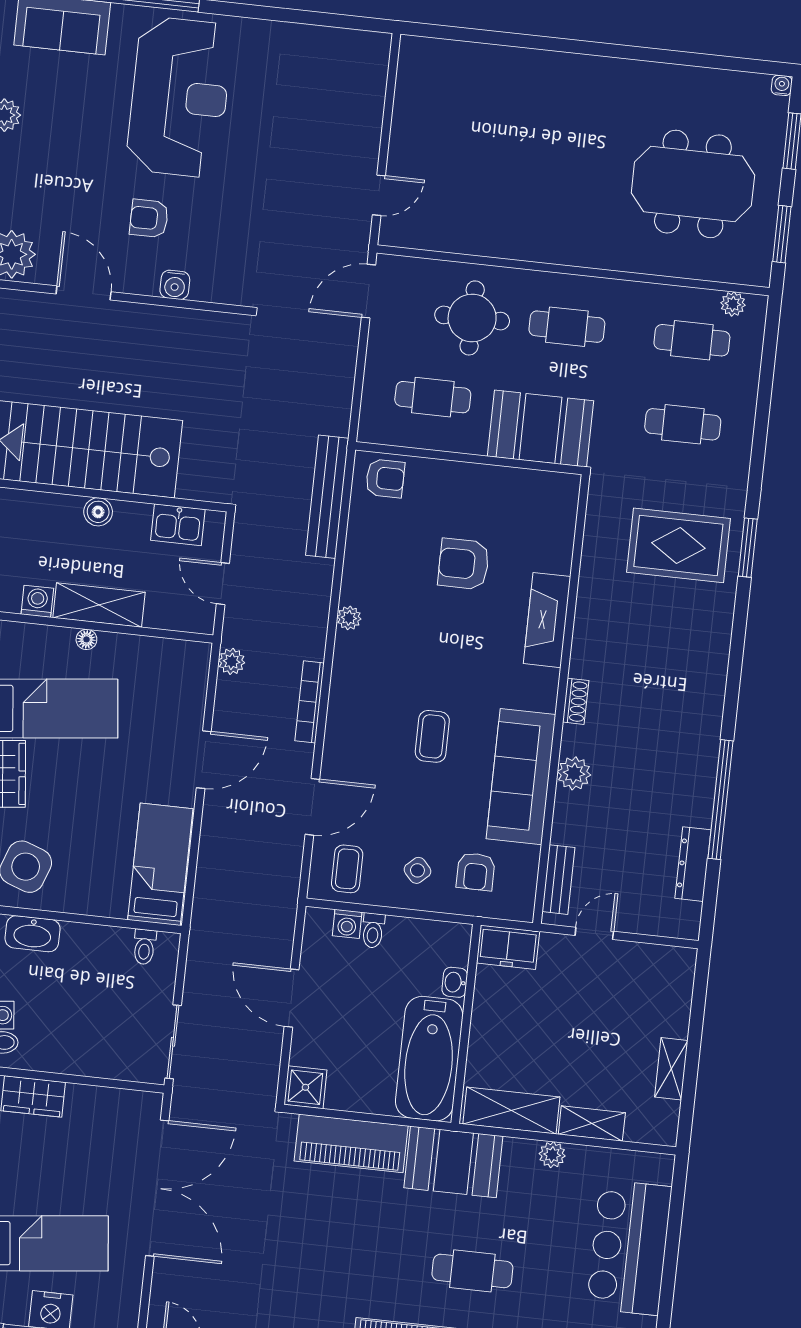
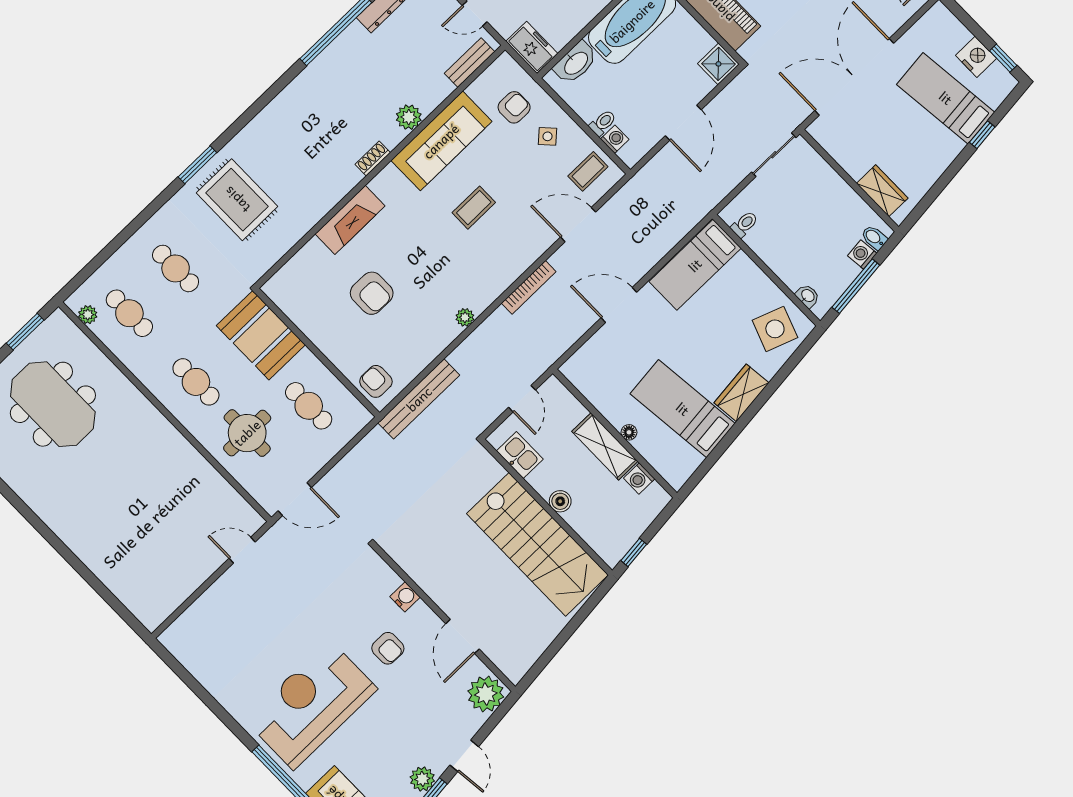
plant: (232, 661) -> (555, 349), removed
washbasin: (33, 934) -> (808, 296), width x0.52, depth x0.69
washbasin: (455, 982) -> (576, 63), width x1.91, depth x1.45

